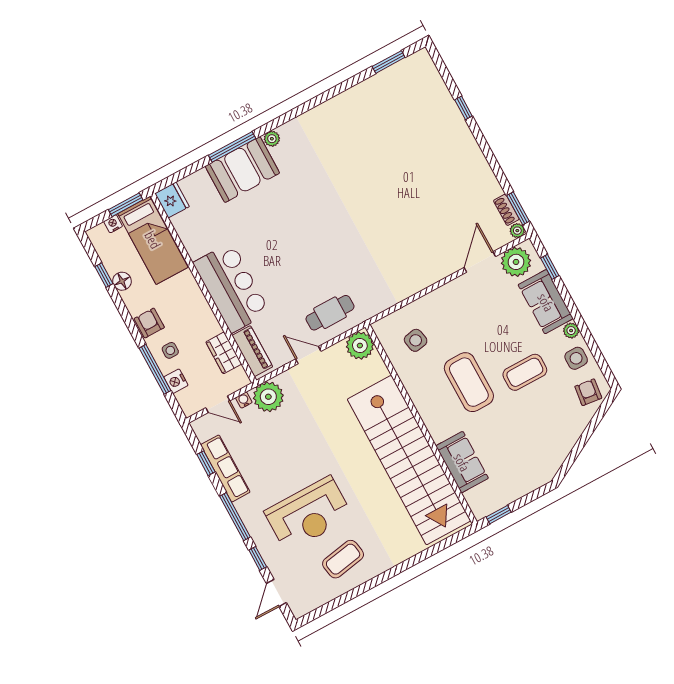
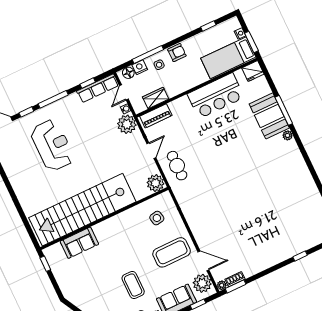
floor lamp: (122, 281) -> (128, 73), moved
bar counter: (231, 288) -> (216, 96), moved
coffee table: (469, 382) -> (172, 252), moved
row of seats: (225, 468) -> (98, 88), moved
reception desk: (308, 514) -> (52, 145), turned 180
coffee table: (343, 559) -> (23, 165), removed

